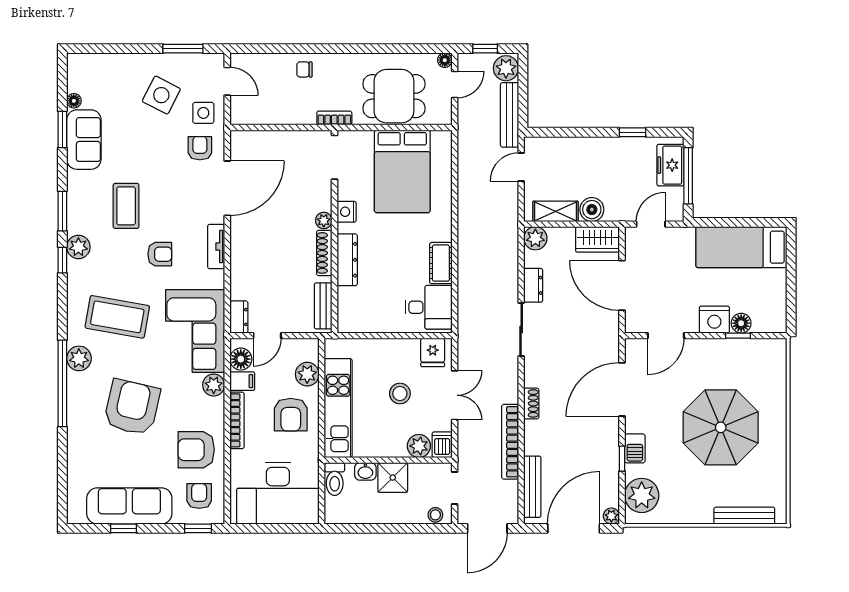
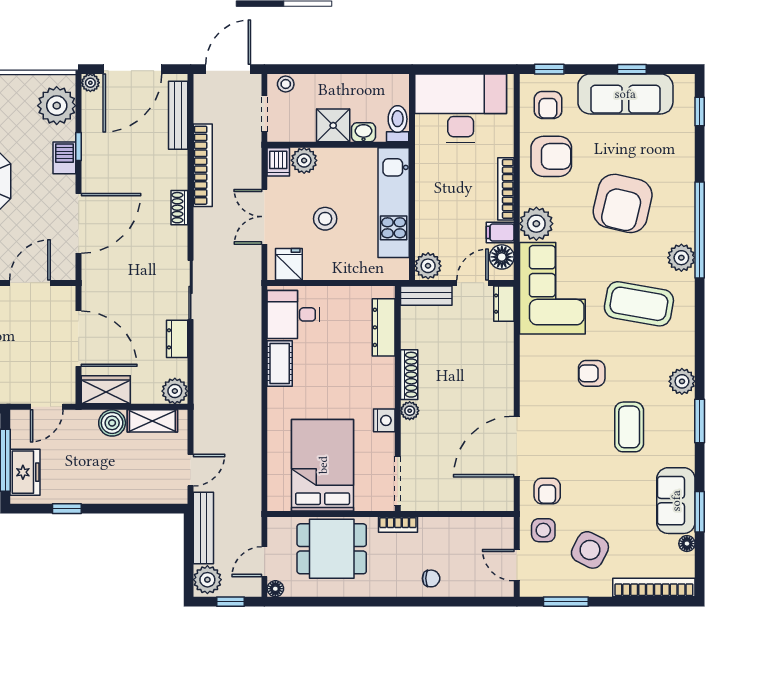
bookcase: (104, 61) -> (654, 587), added
tv unit: (216, 247) -> (529, 382), removed
window: (62, 260) -> (700, 111), moved
dresser: (347, 260) -> (384, 327), moved
bench: (323, 306) -> (426, 296), moved, turned 90
plant: (307, 374) -> (428, 266), moved
plant: (214, 385) -> (536, 224), width x1.36, depth x1.36
armchair: (291, 415) -> (446, 195), removed

